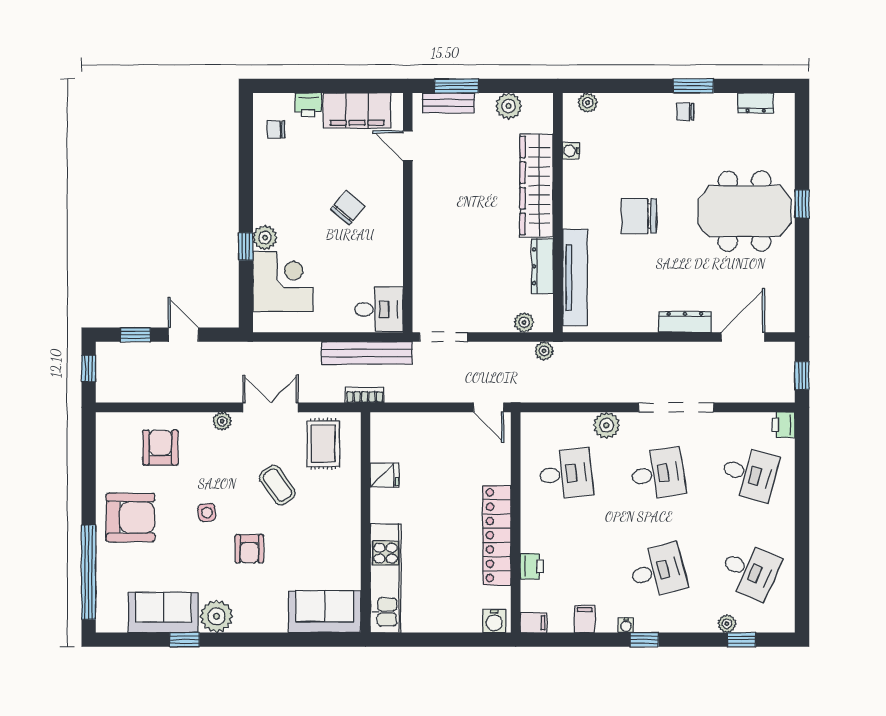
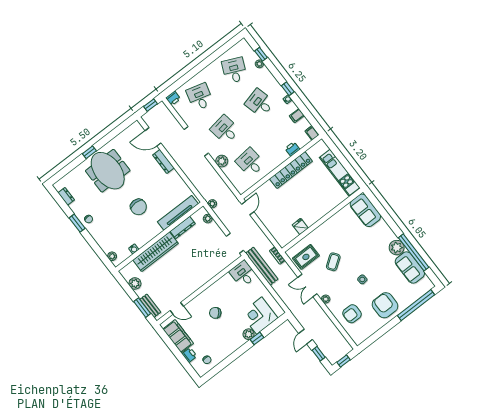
door: (408, 146) -> (177, 308), hinge flipped
armchair: (249, 549) -> (364, 254), removed
kitchen unit: (386, 578) -> (340, 173), moved, turned -90
water cooler: (494, 621) -> (322, 147), removed
window: (185, 640) -> (414, 252), width x3.17

